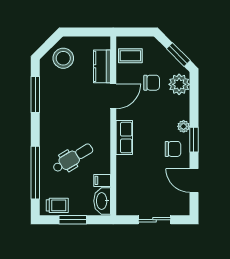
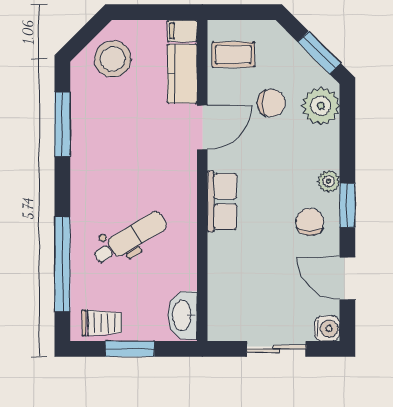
chair: (173, 149) -> (310, 222), turned -90
filing cabinet: (102, 180) -> (182, 31), moved
water cooler: (183, 208) -> (327, 329), added

